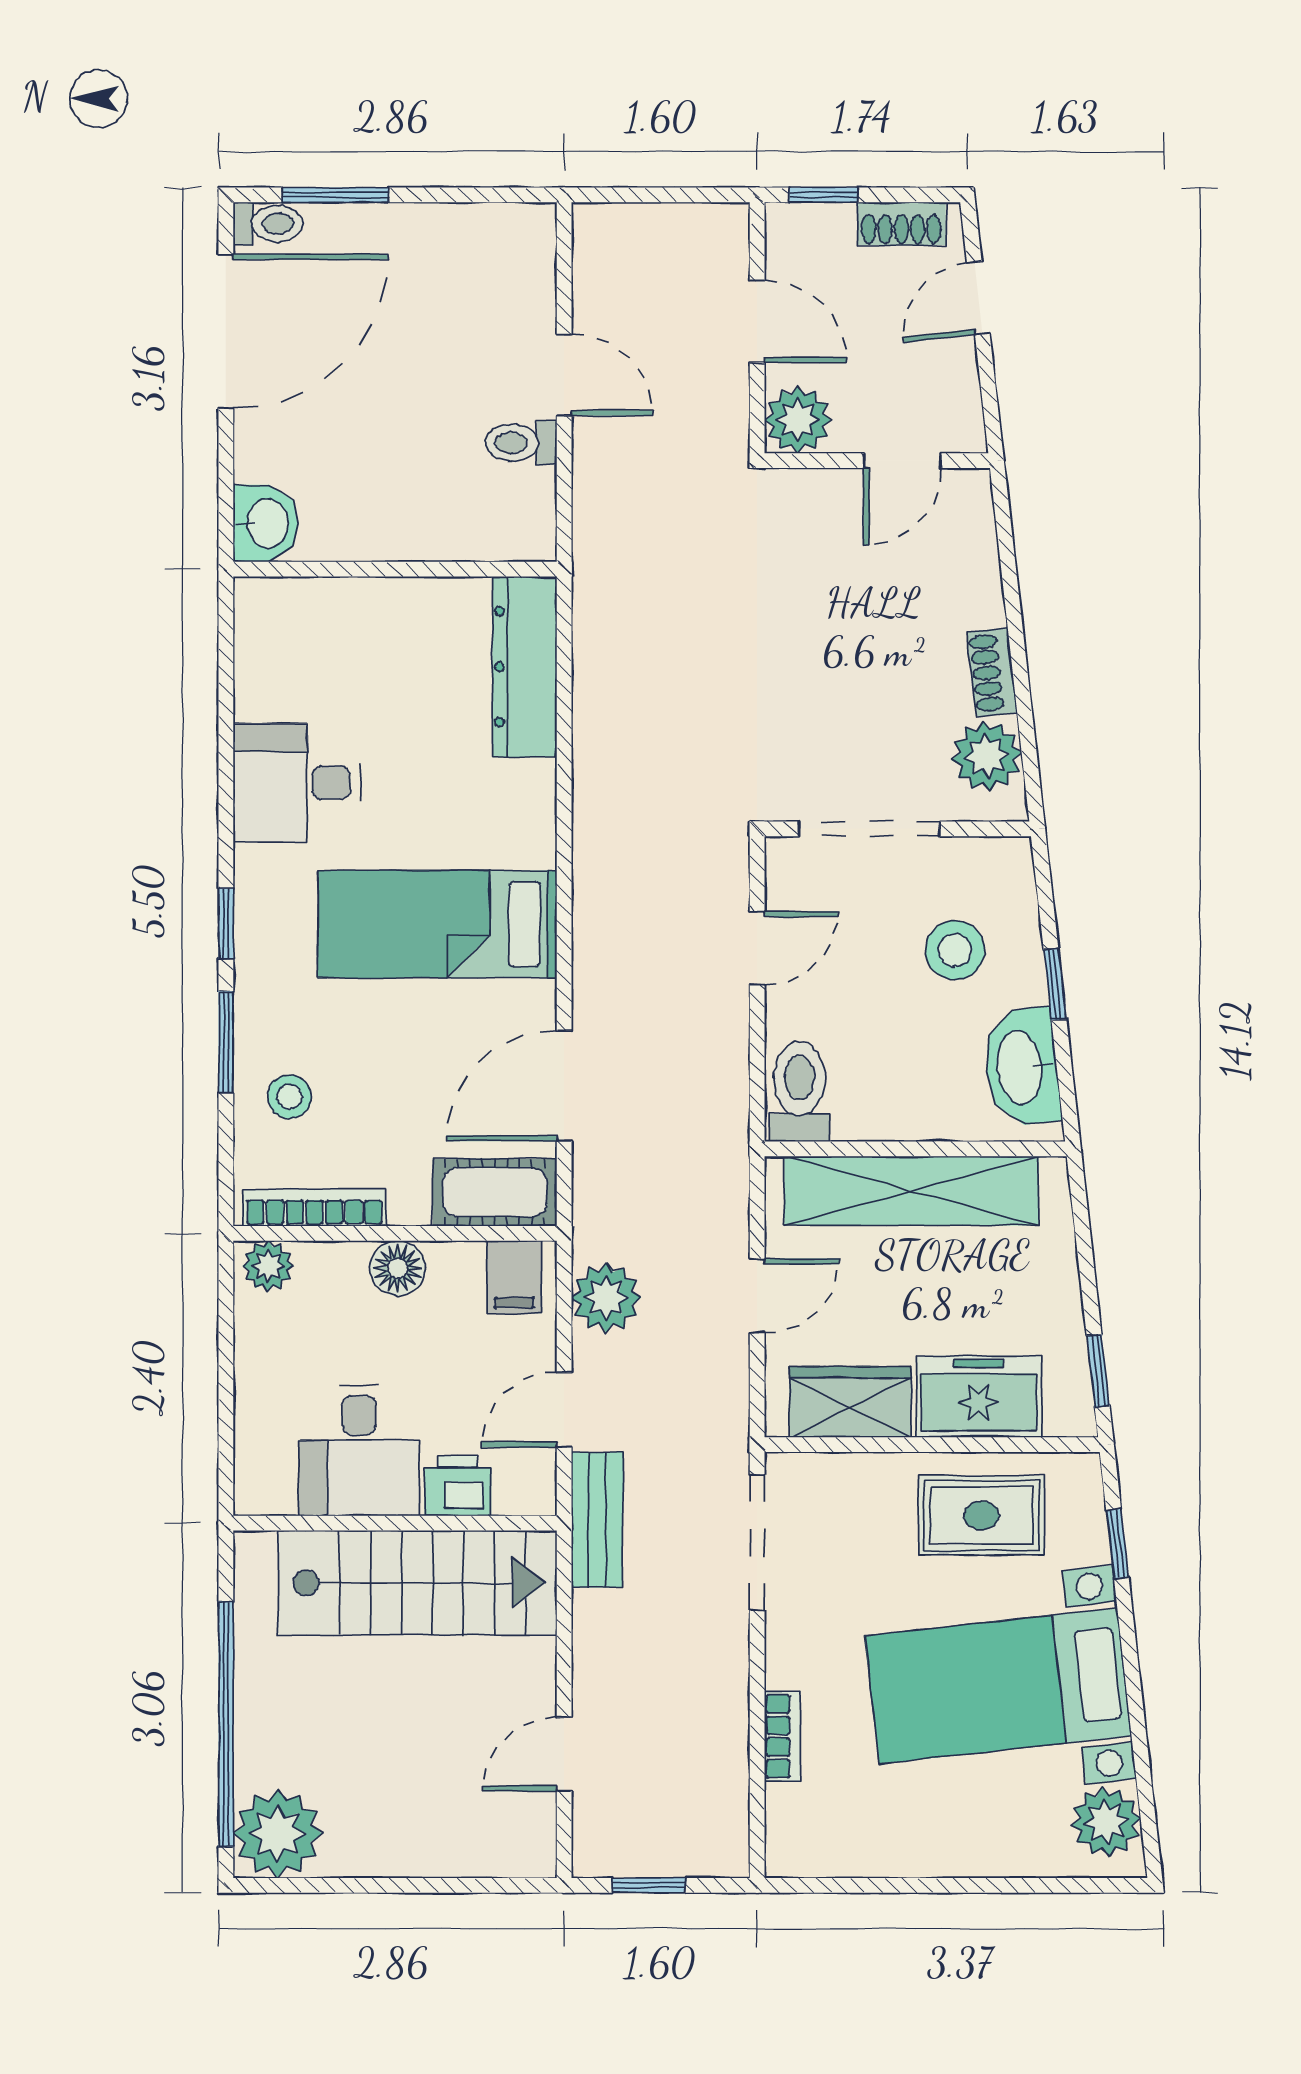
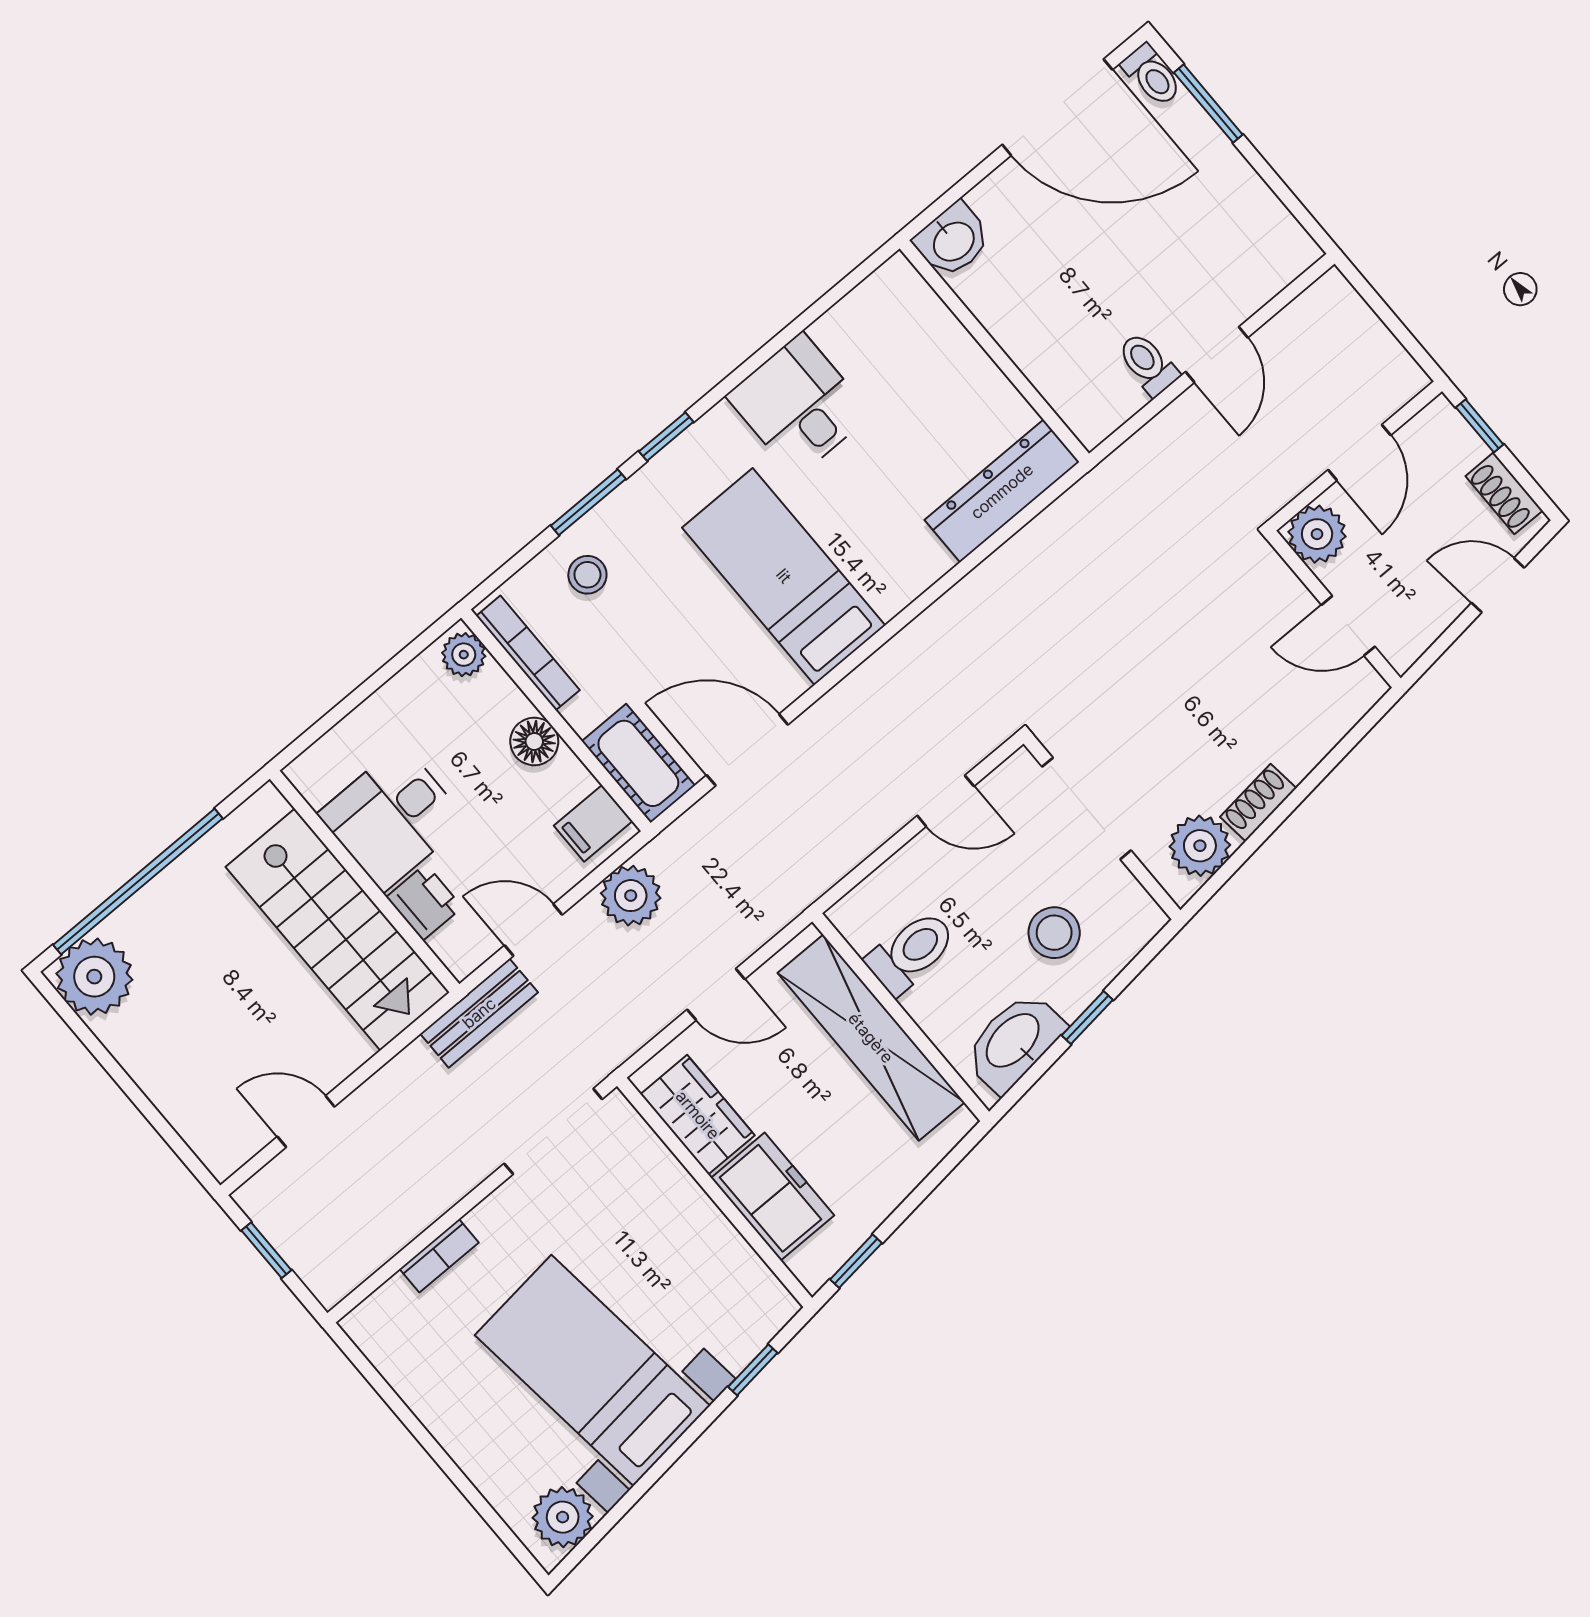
toilet: (800, 1092) -> (911, 952), moved
rug: (982, 1515) -> (696, 1265), removed

